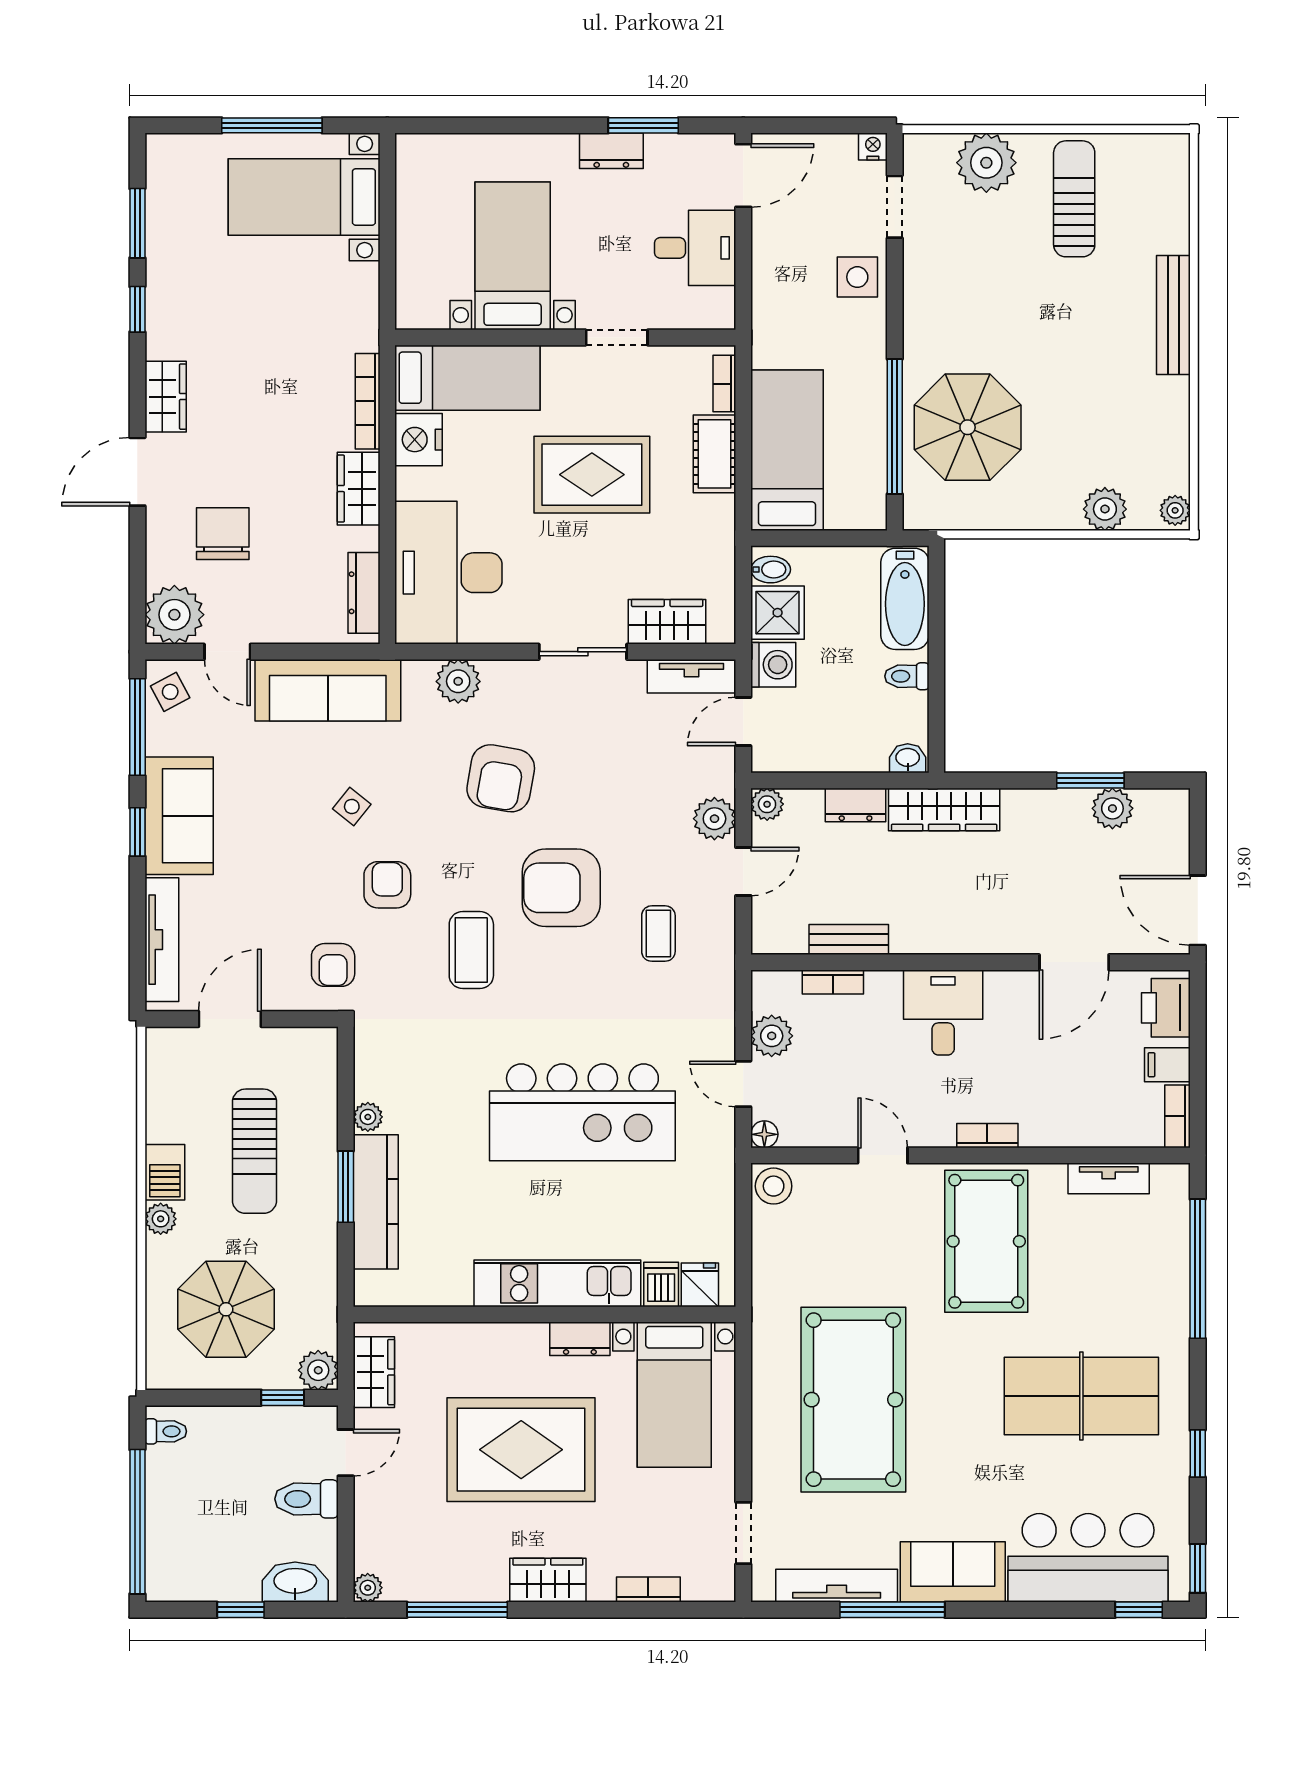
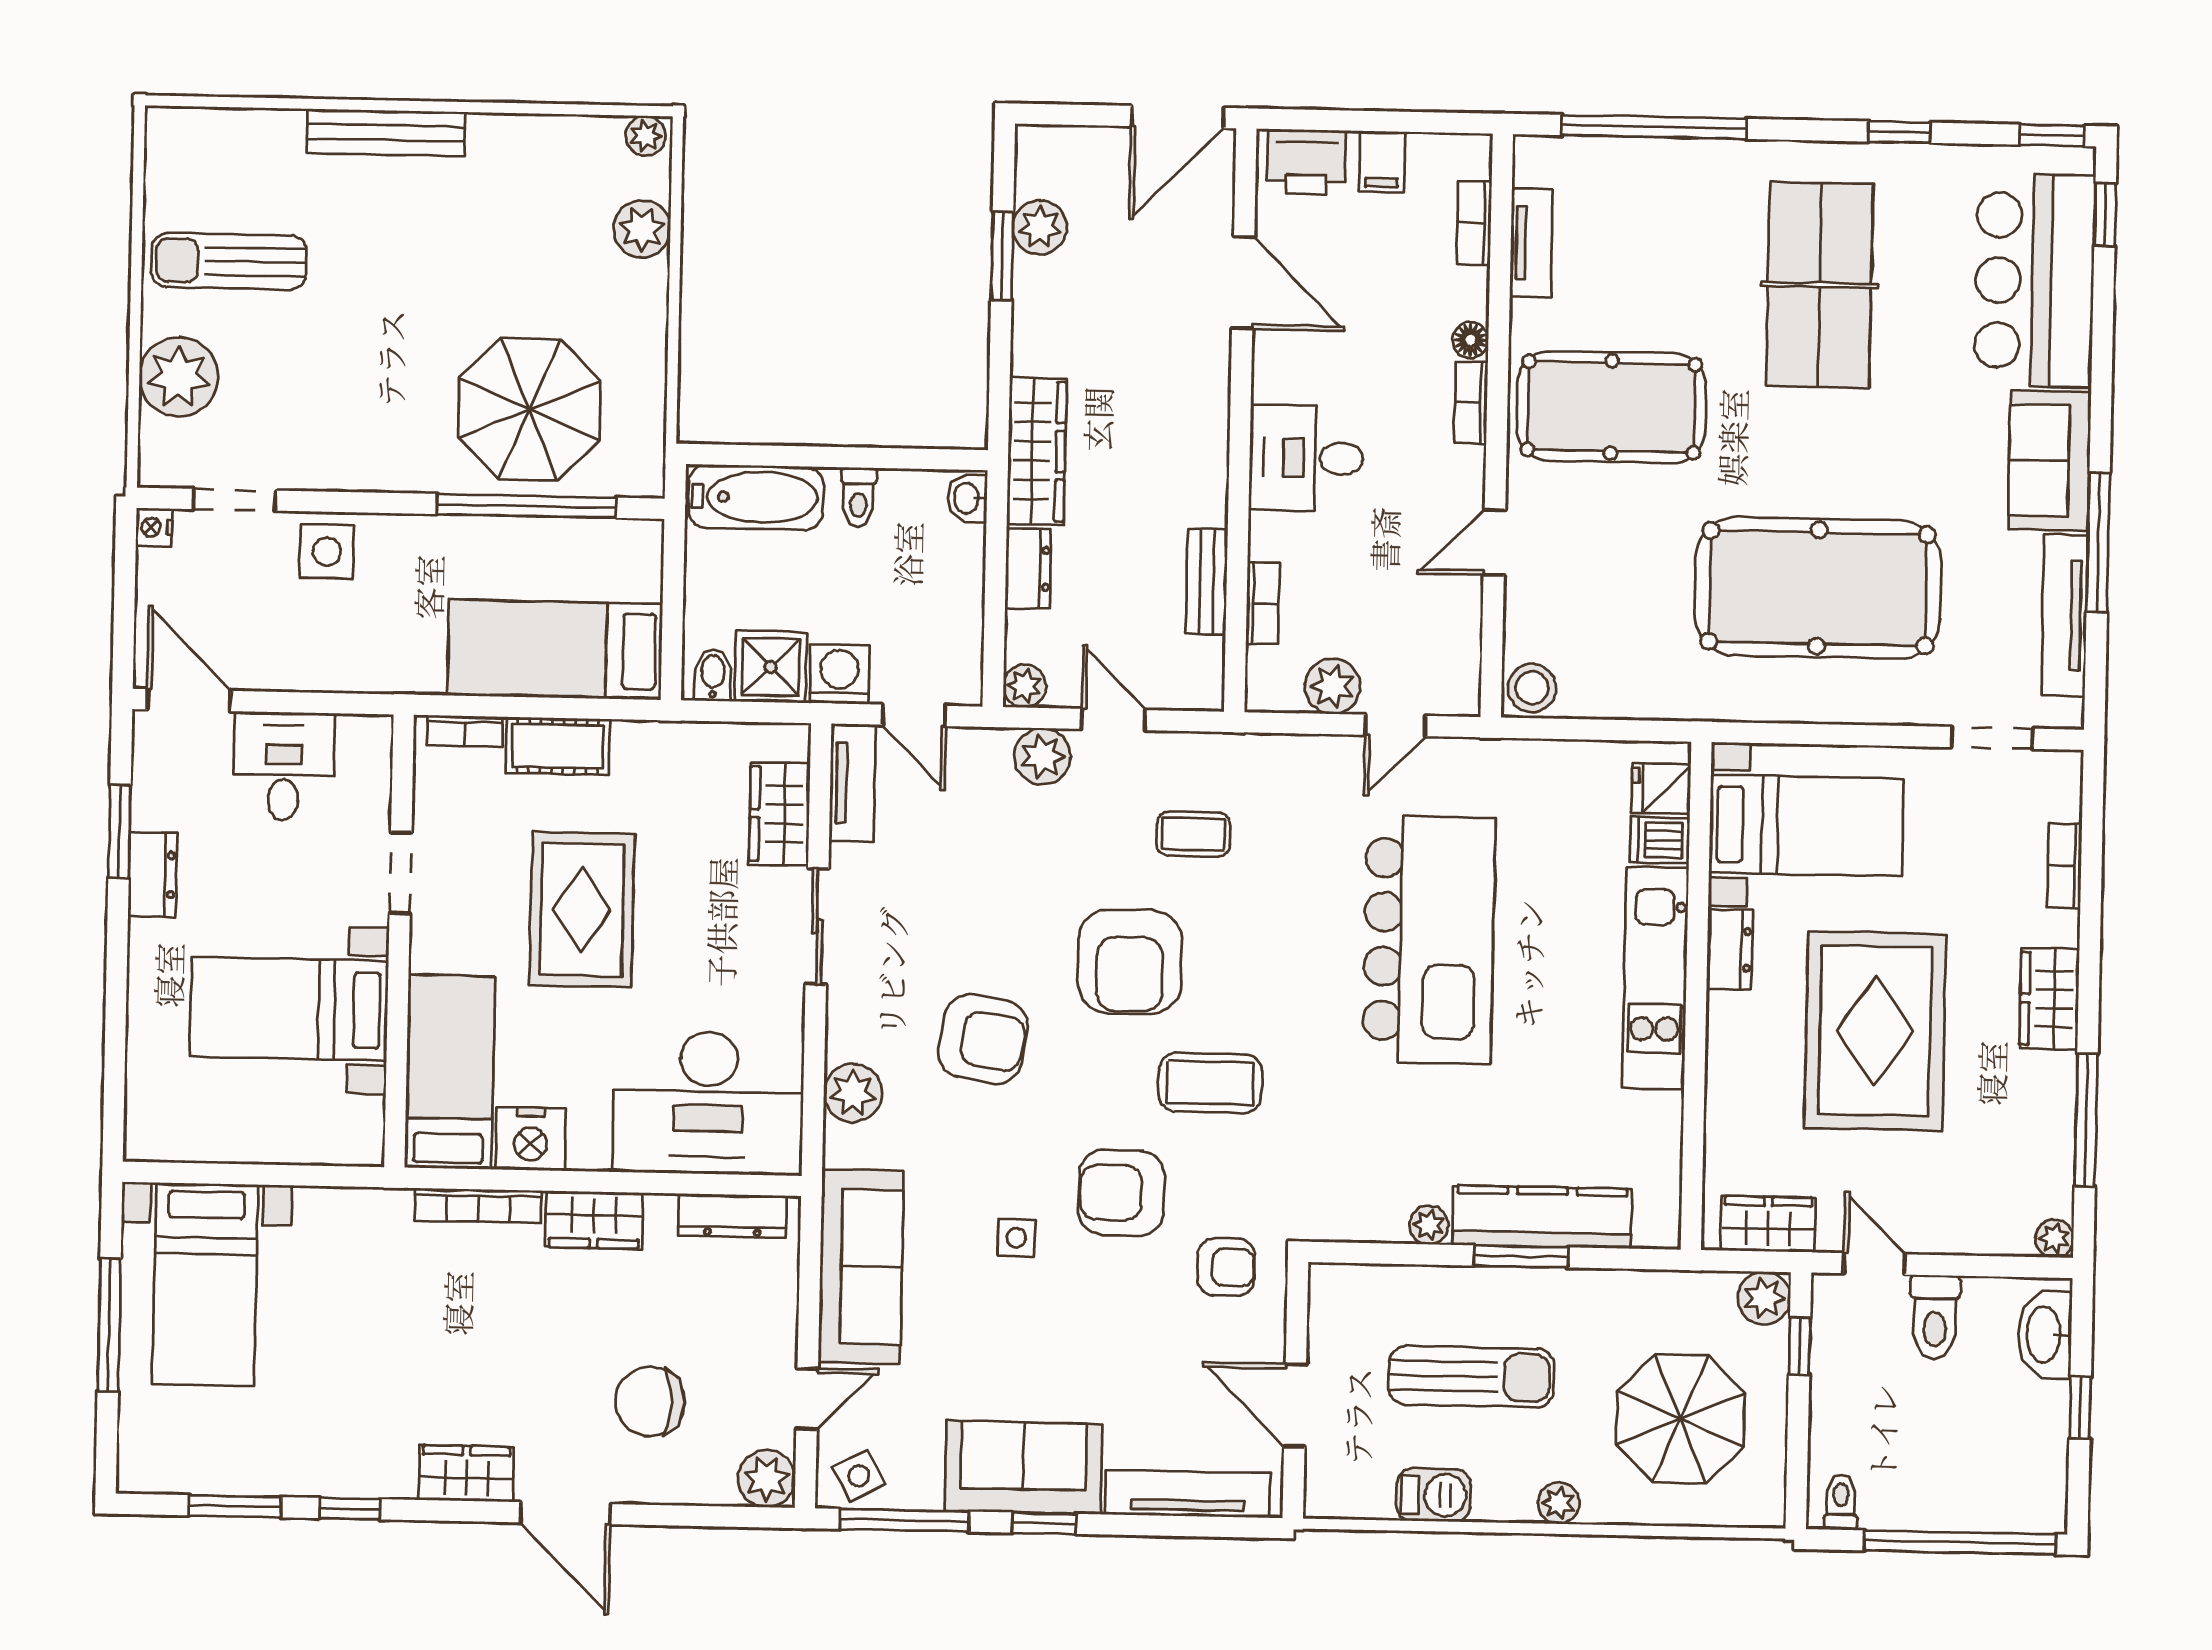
plant: (174, 615) -> (767, 1479), width x0.73, depth x0.73
side table: (352, 807) -> (1016, 1238), turned -38
armchair: (387, 885) -> (1121, 1193), width x1.38, depth x1.38
bookcase: (1178, 1116) -> (1474, 223), moved, turned 90
floor lamp: (764, 1134) -> (1471, 340), moved
barbecue: (165, 1172) -> (1433, 1495), moved

